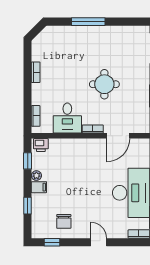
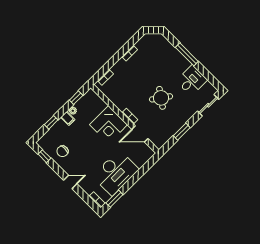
round table: (104, 84) -> (161, 98), turned 35
desk: (67, 118) -> (192, 80), moved, turned 180
printer: (41, 145) -> (92, 96), removed
corner desk: (81, 156) -> (109, 125), added
door: (99, 242) -> (70, 182), hinge flipped

